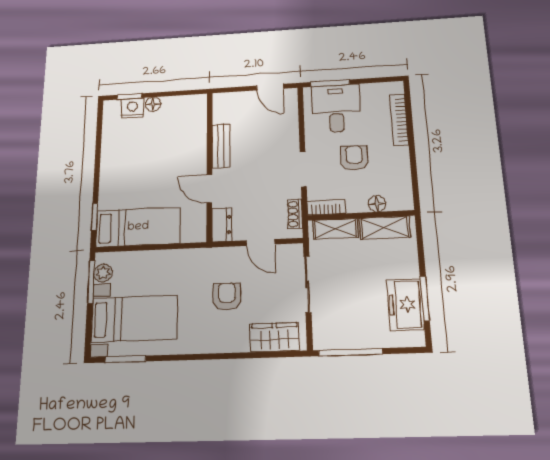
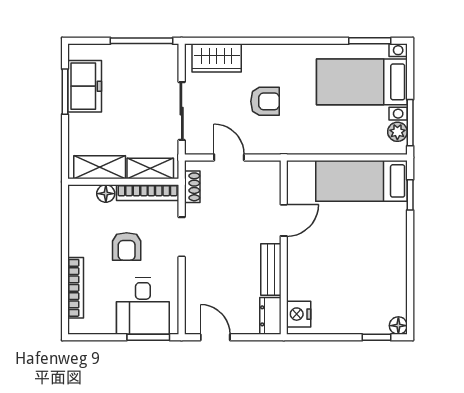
floor lamp: (153, 104) -> (398, 326), moved
nightstand: (132, 108) -> (299, 314), moved, turned 90
door: (209, 189) -> (284, 220), hinge flipped
bookcase: (326, 207) -> (148, 193), width x1.56
dresser: (222, 225) -> (270, 316), moved
armchair: (227, 296) -> (265, 101), turned -90

